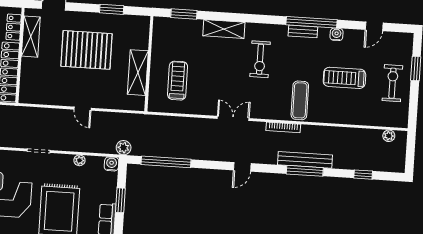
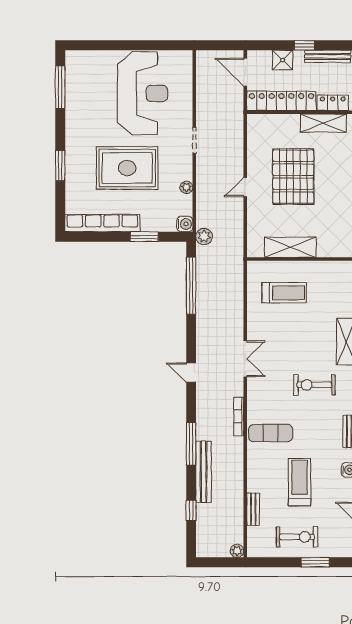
pallet: (87, 50) -> (293, 177), moved
bench: (366, 120) -> (253, 509), added
plant: (389, 136) -> (237, 551), moved
bench: (305, 160) -> (204, 472), moved

